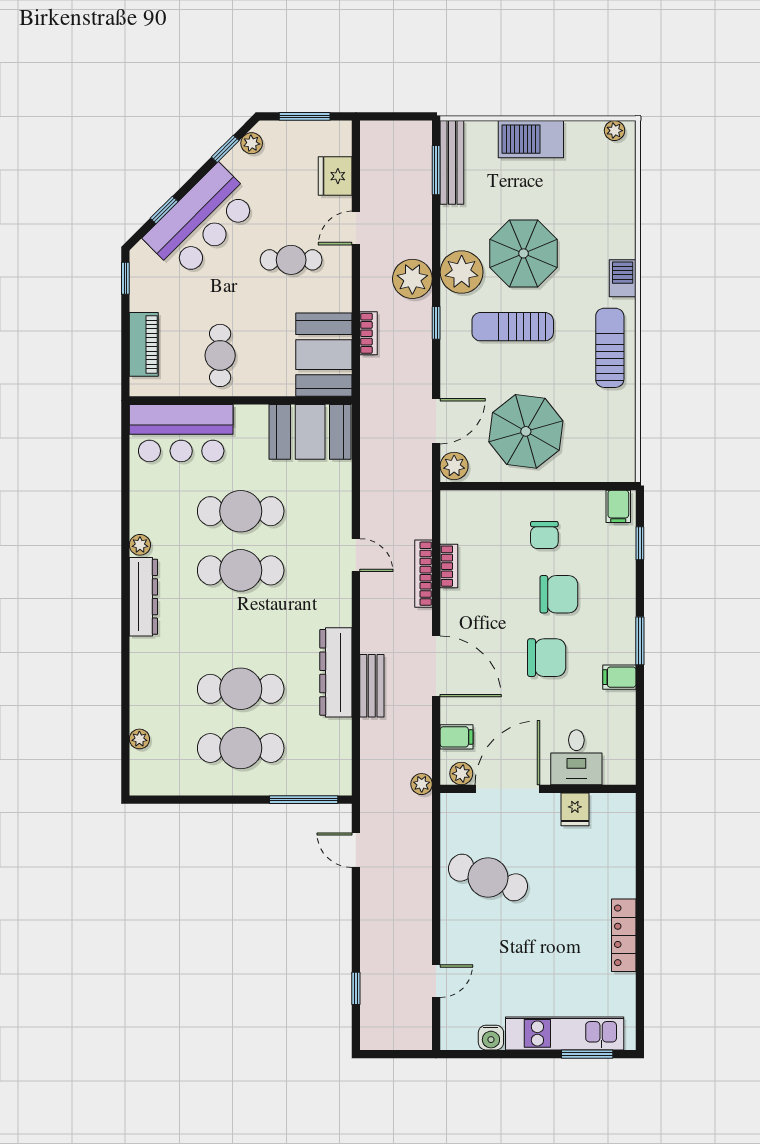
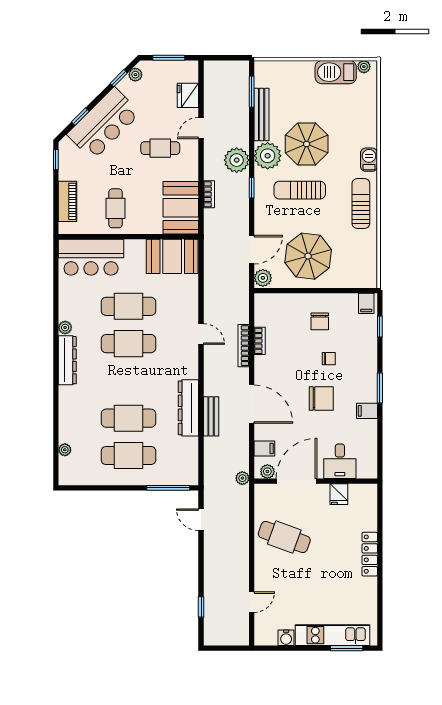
barbecue: (531, 139) -> (336, 72), moved
bench: (452, 162) -> (262, 115), moved
chair: (559, 594) -> (329, 359), width x0.54, depth x0.54
locker: (624, 935) -> (370, 554), moved

